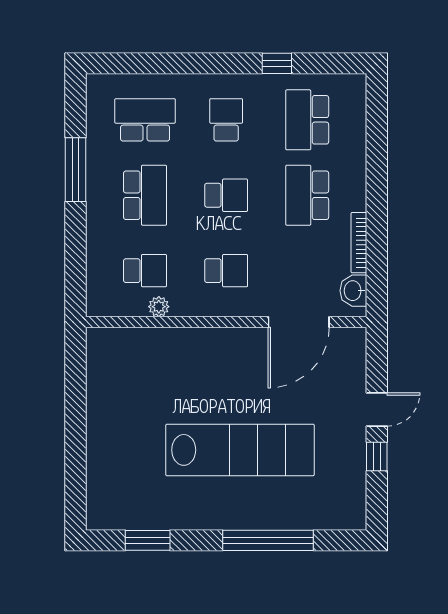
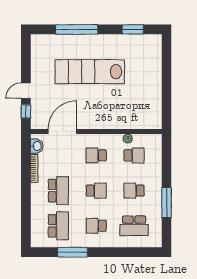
window: (277, 63) -> (72, 252), width x2.17
school desk: (226, 120) -> (96, 226), turned 90
school desk: (145, 195) -> (134, 191), width x0.54
school desk: (226, 195) -> (96, 191), turned 180
school desk: (145, 271) -> (134, 155), turned 180
window: (377, 457) -> (26, 111), moved

